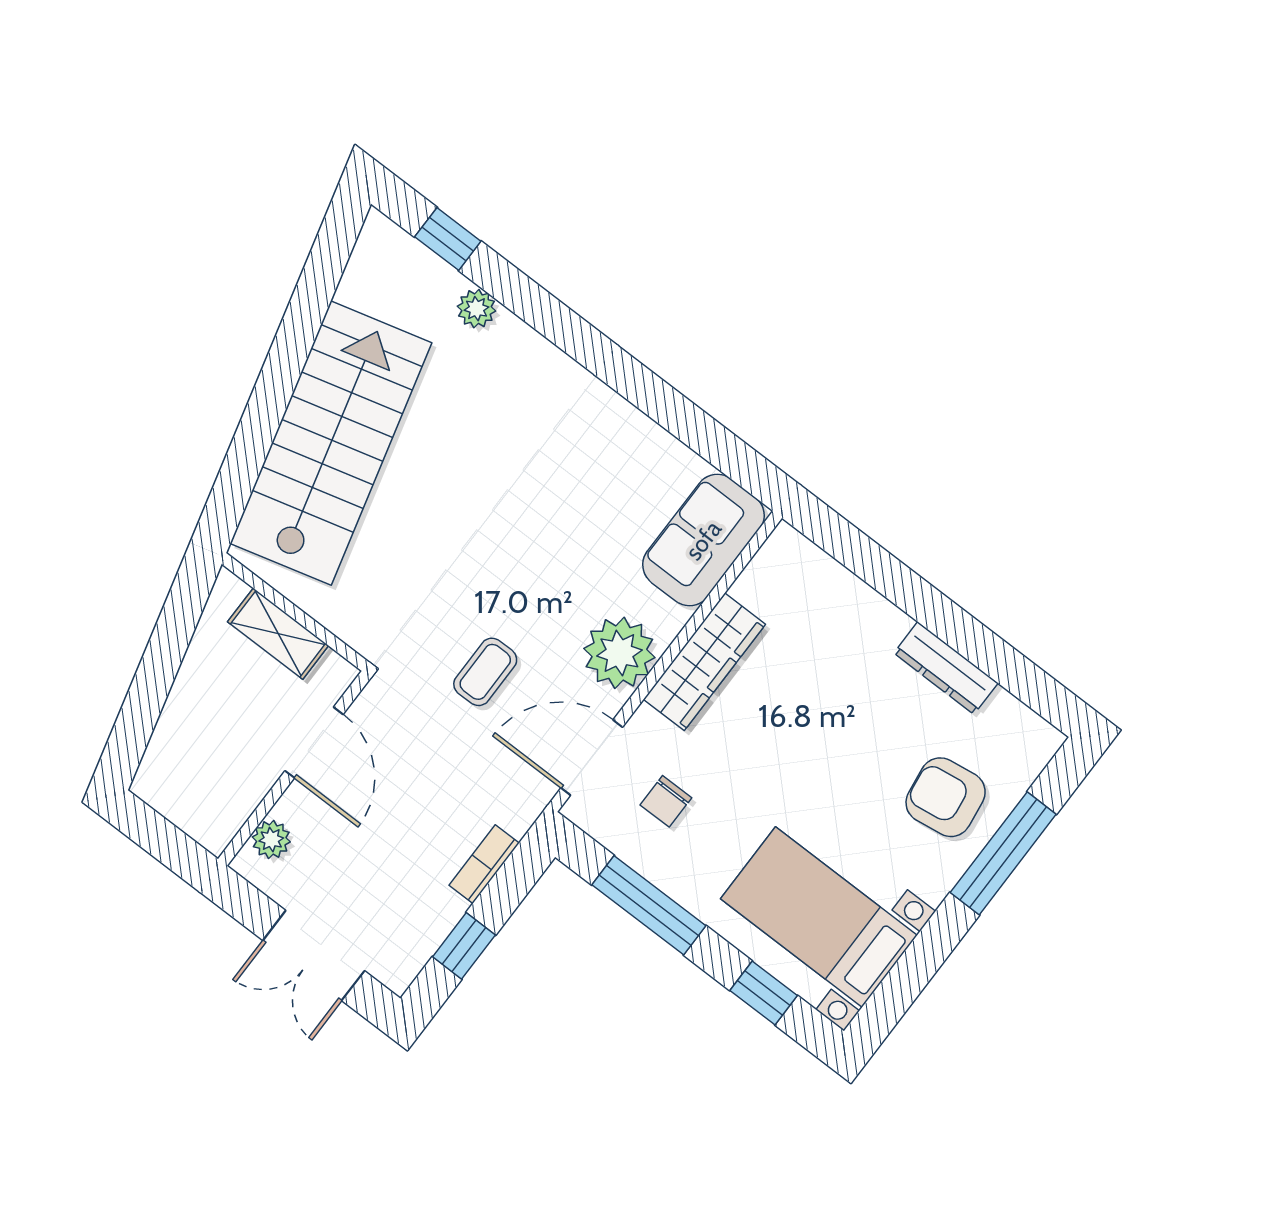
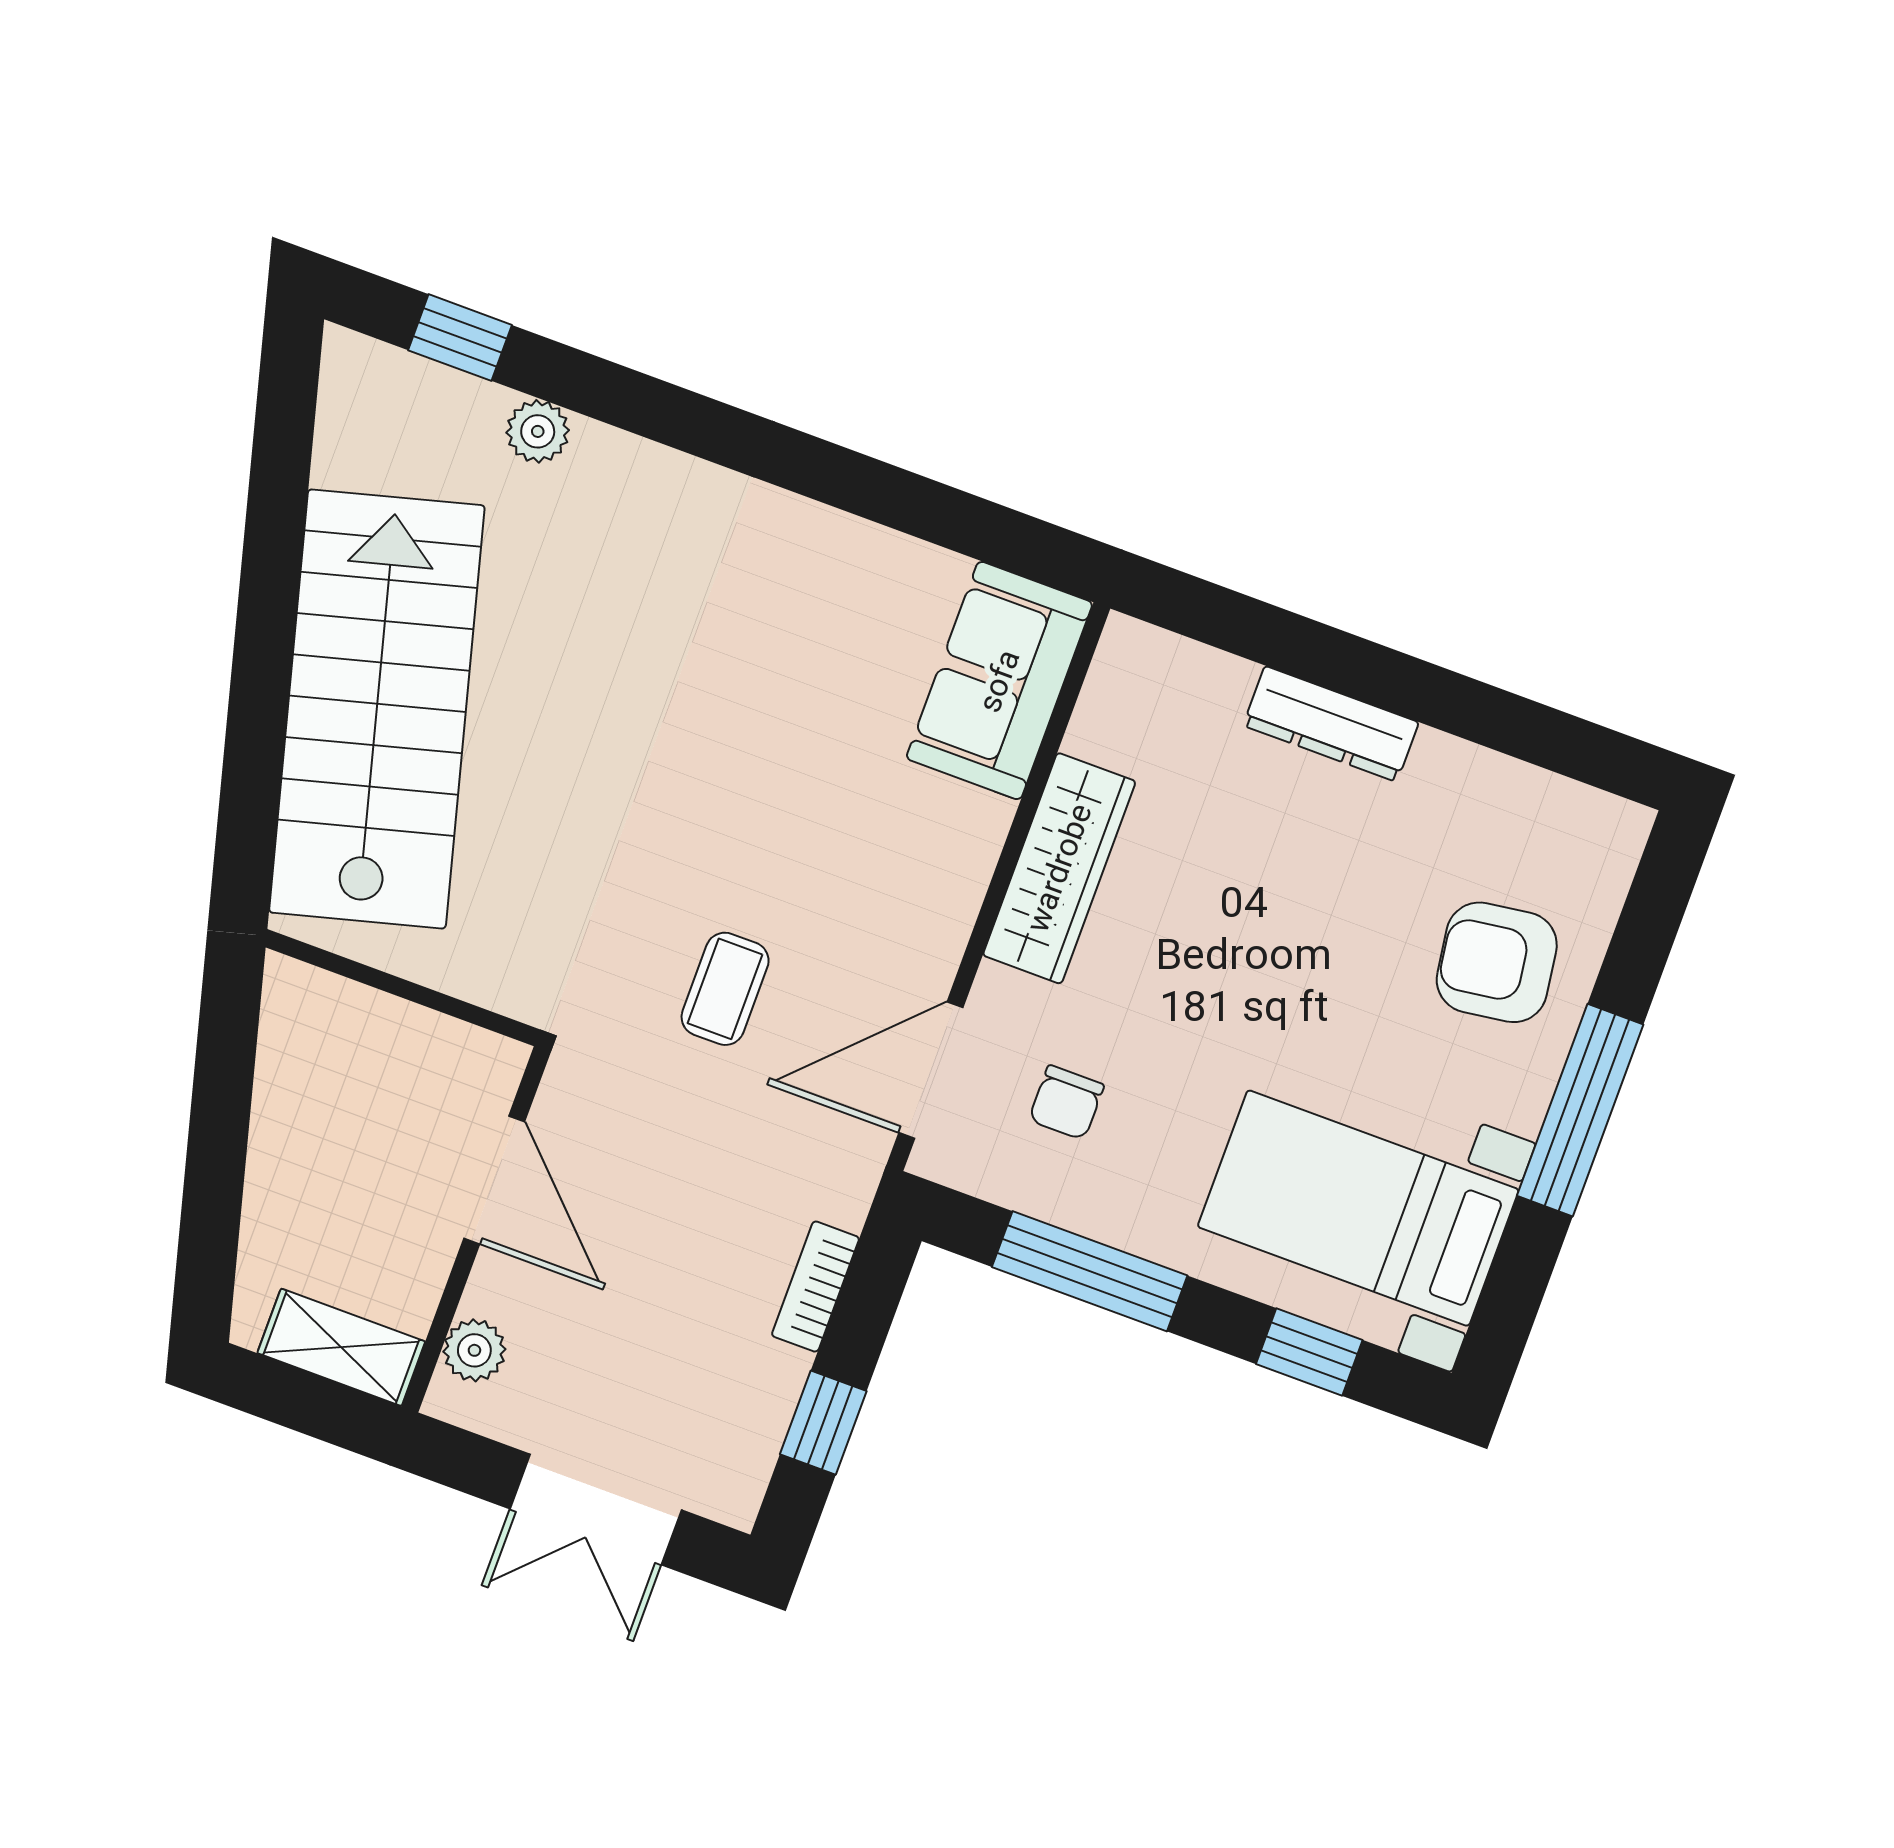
shelving: (278, 634) -> (341, 1347), moved
plant: (619, 653) -> (923, 895), removed
dresser: (946, 668) -> (1331, 724), moved
window: (1003, 853) -> (1580, 1110), moved

